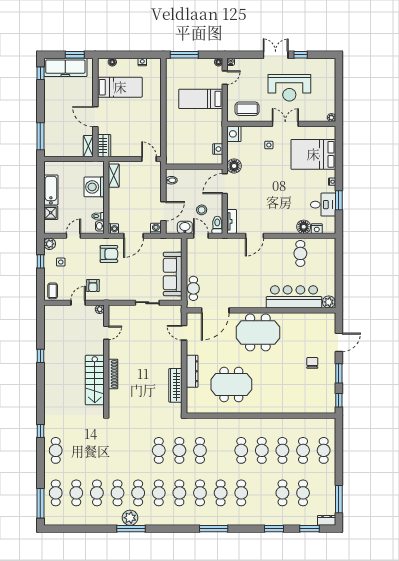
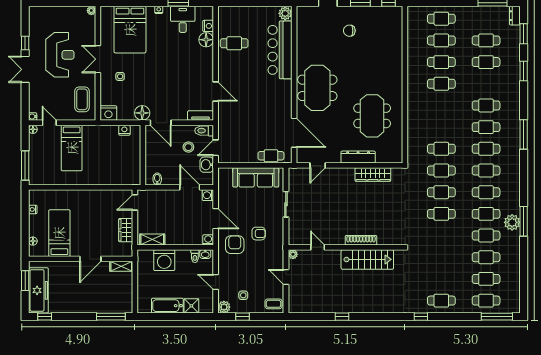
wardrobe: (104, 146) -> (126, 230), moved, turned -90
armchair: (93, 286) -> (259, 234), moved
cafe table: (241, 450) -> (441, 214), moved

